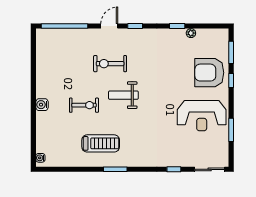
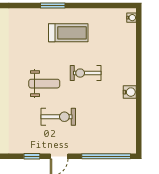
water cooler: (42, 105) -> (130, 92), moved
treadmill: (101, 143) -> (68, 33), turned 180

